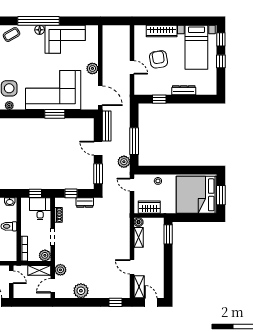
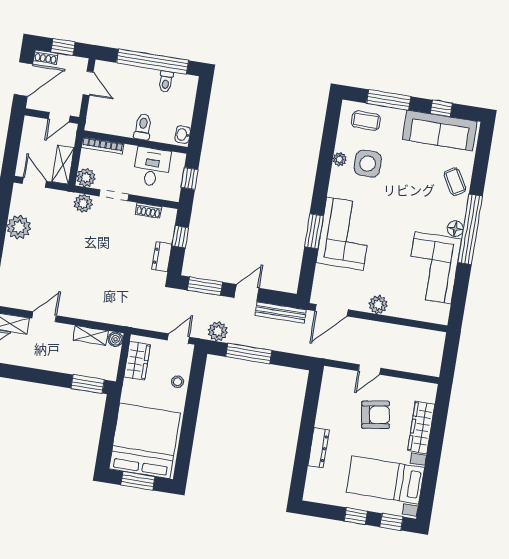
corner sofa: (53, 90) -> (345, 234), width x0.73, depth x0.74
window: (159, 99) -> (311, 405), removed
desk: (40, 209) -> (152, 167), moved, turned -90
plant: (60, 270) -> (83, 203), moved

